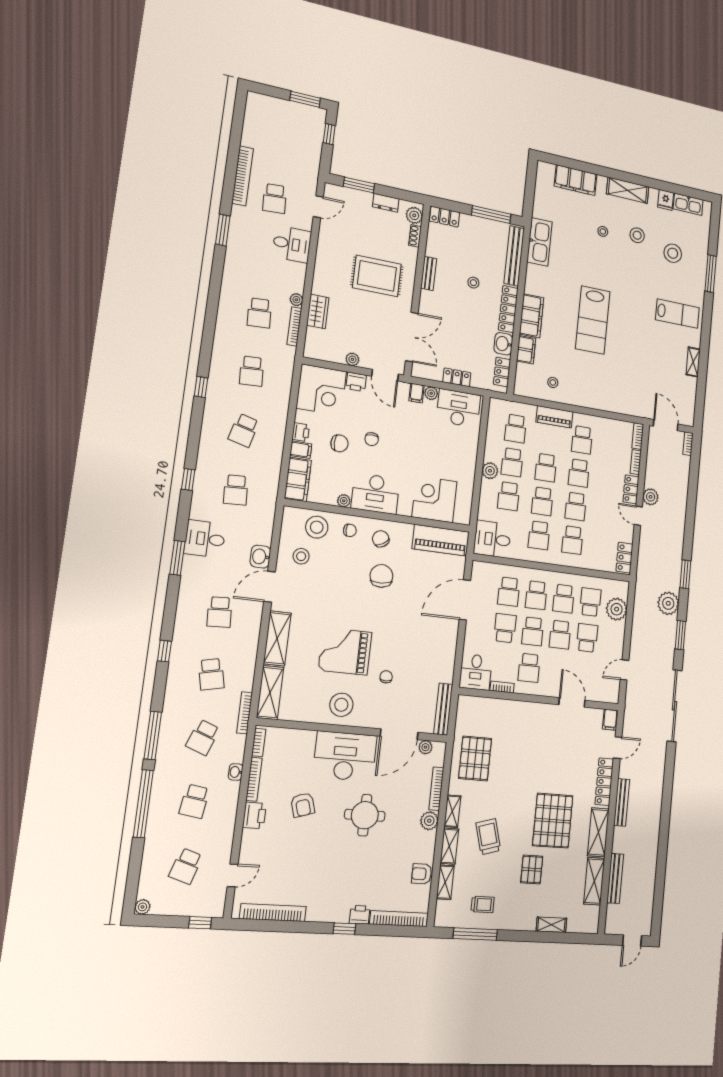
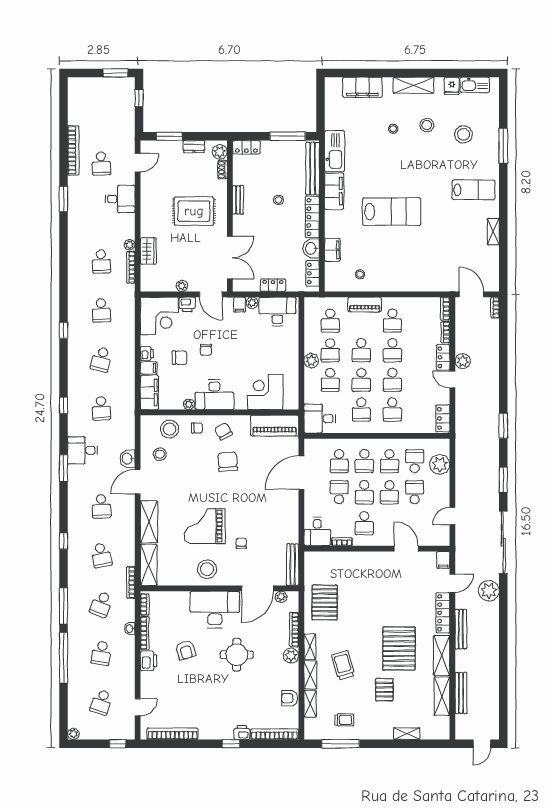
filing cabinet: (532, 316) -> (334, 191), moved
lab bench: (593, 320) -> (392, 212), turned -90
plant: (668, 603) -> (489, 591), moved

